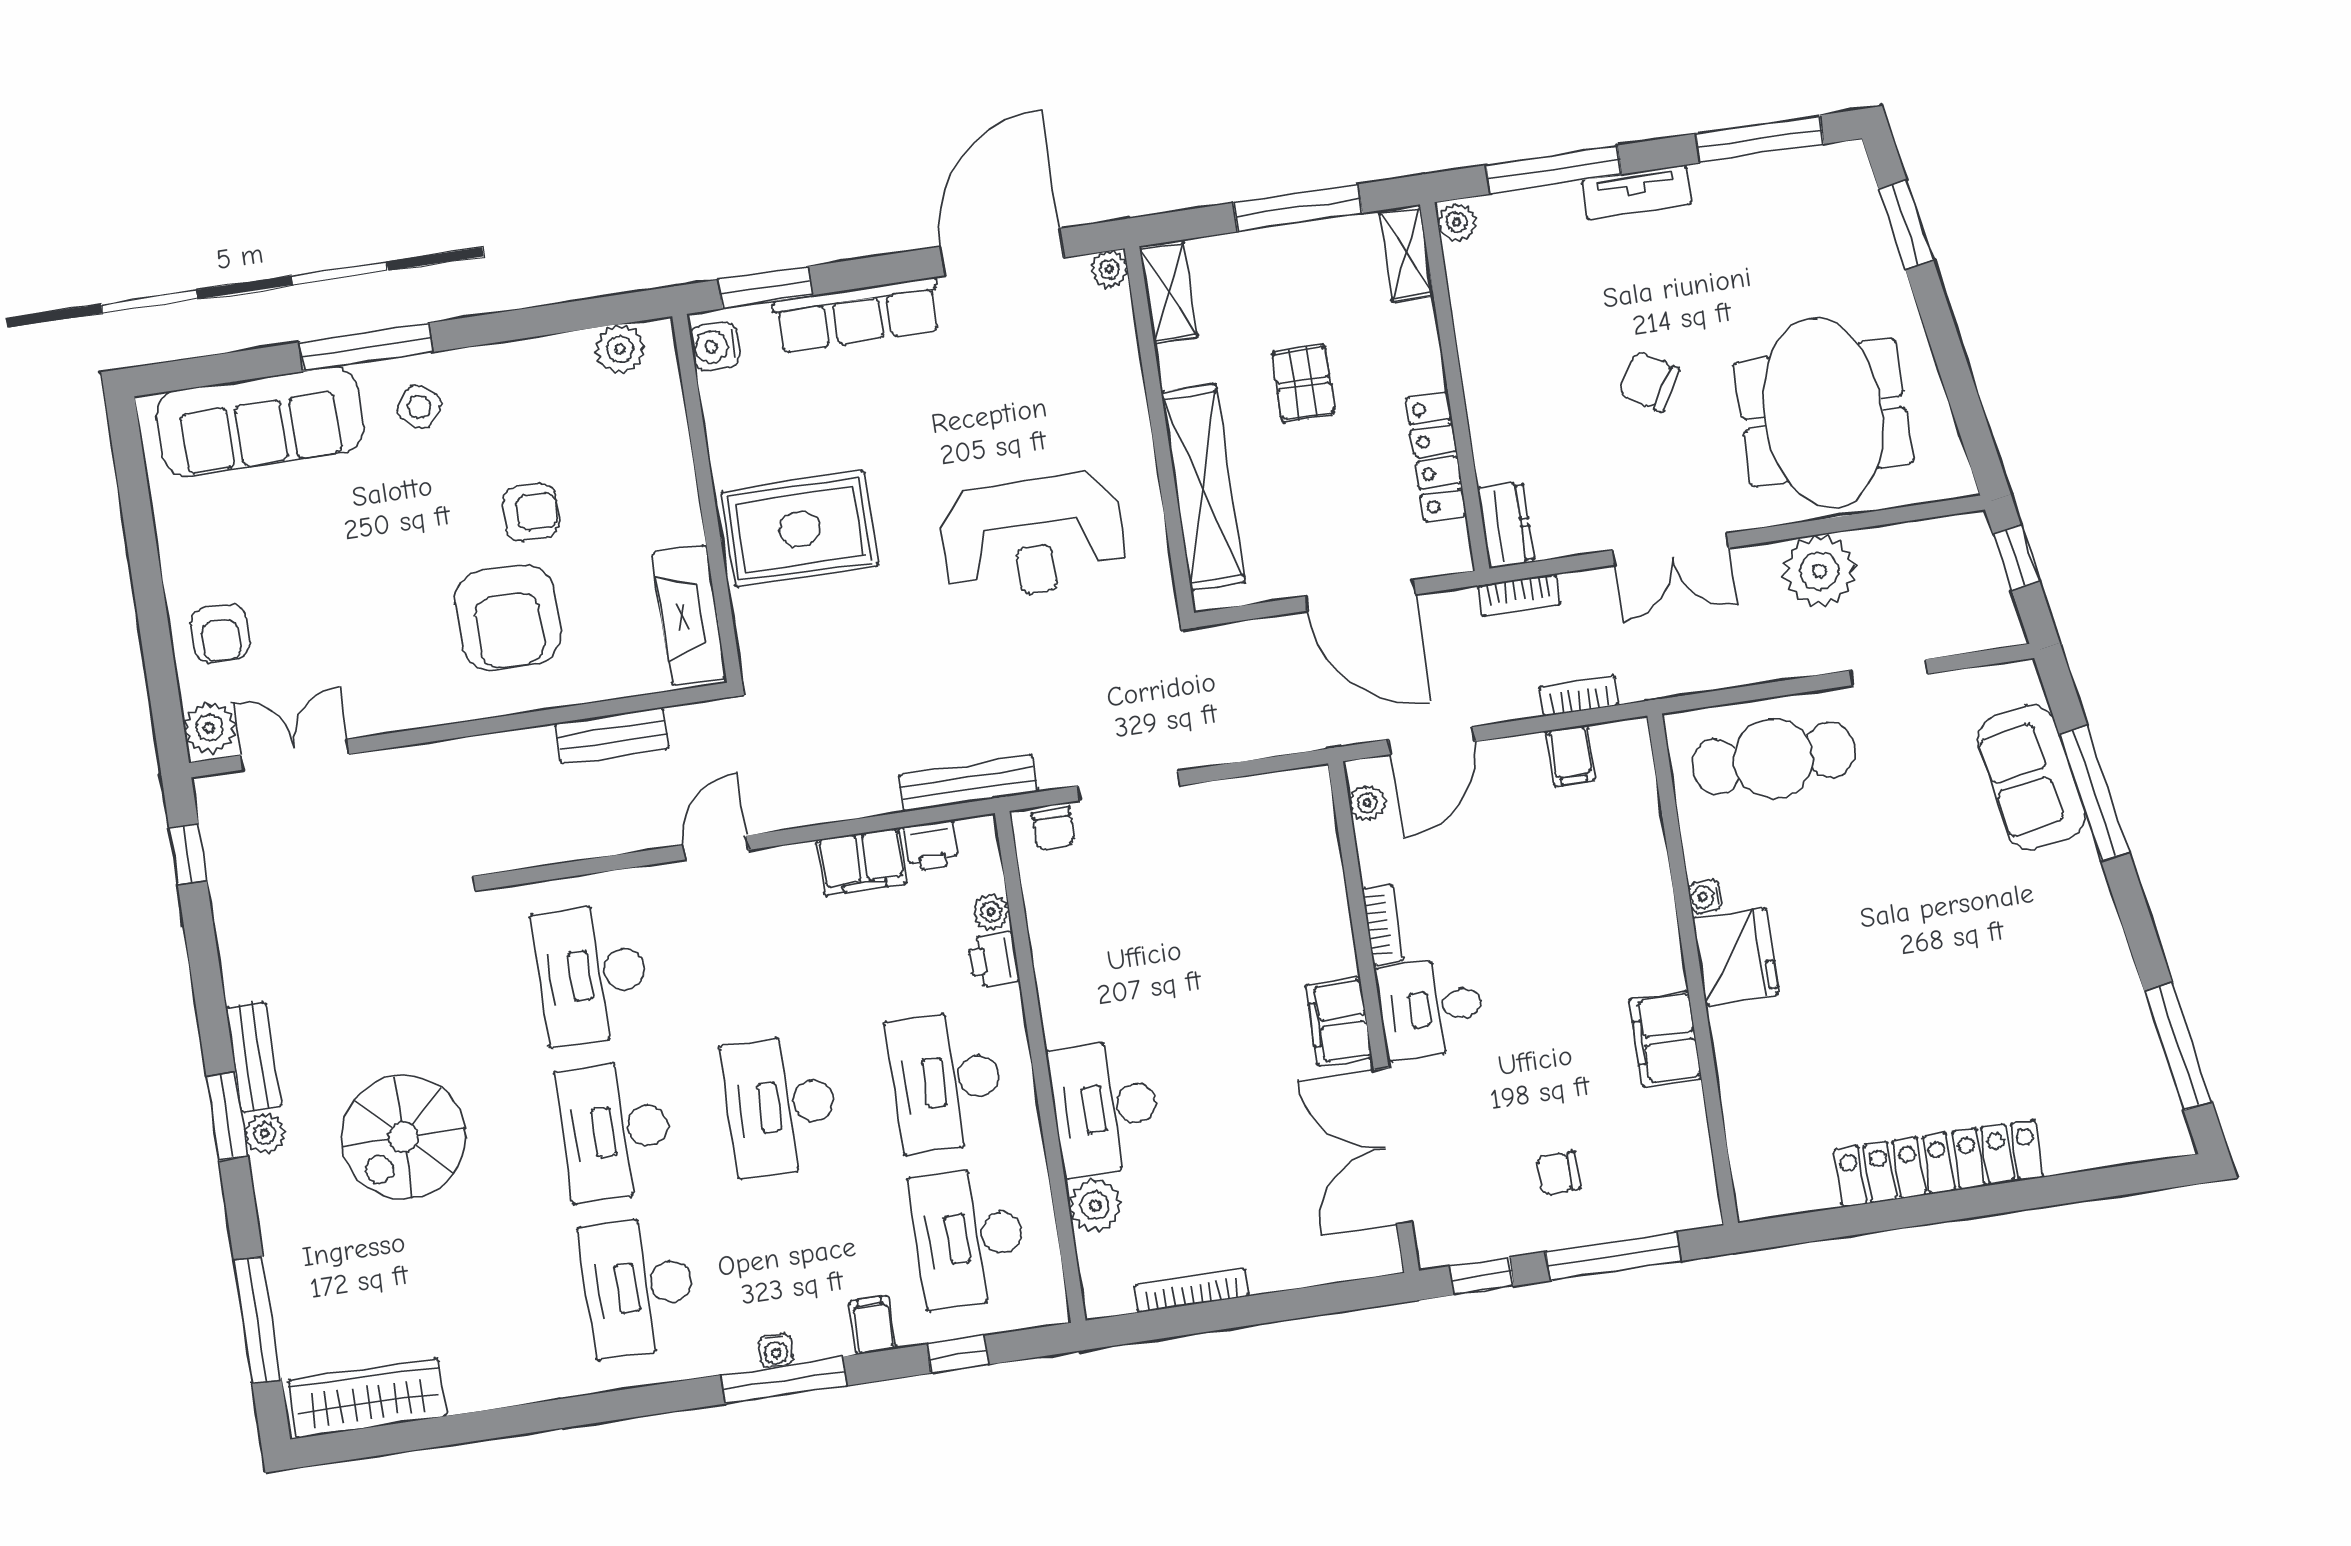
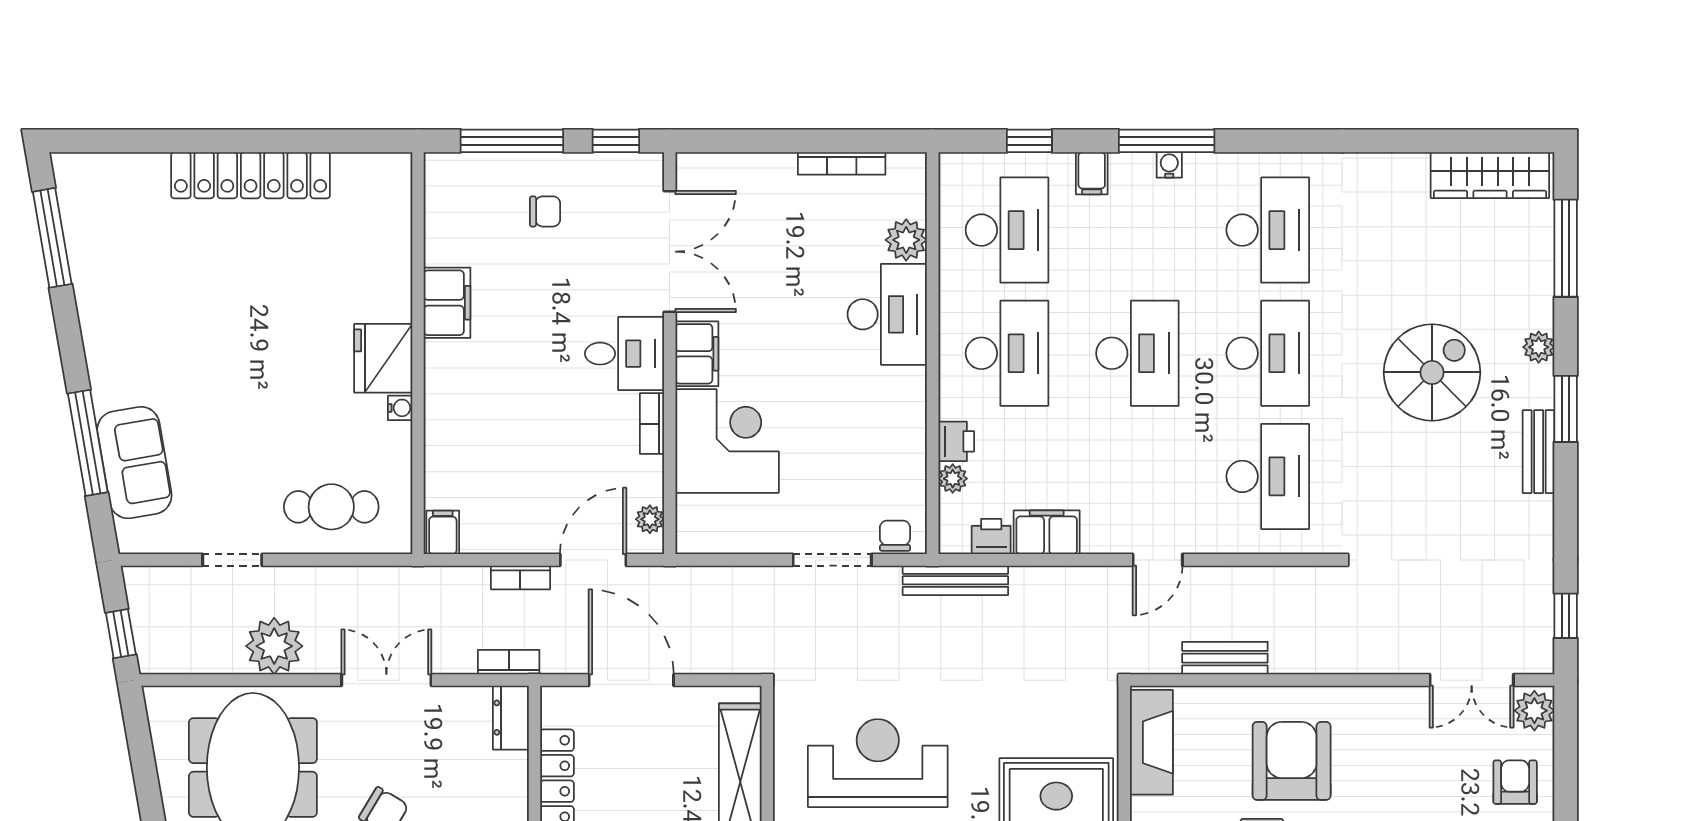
bookcase: (1579, 696) -> (520, 577), moved
filing cabinet: (1571, 755) -> (443, 532), moved
cafe table: (1773, 758) -> (331, 507), width x0.73, depth x0.74
corner desk: (1284, 917) -> (727, 441), added
plant: (265, 1133) -> (1539, 347), moved

